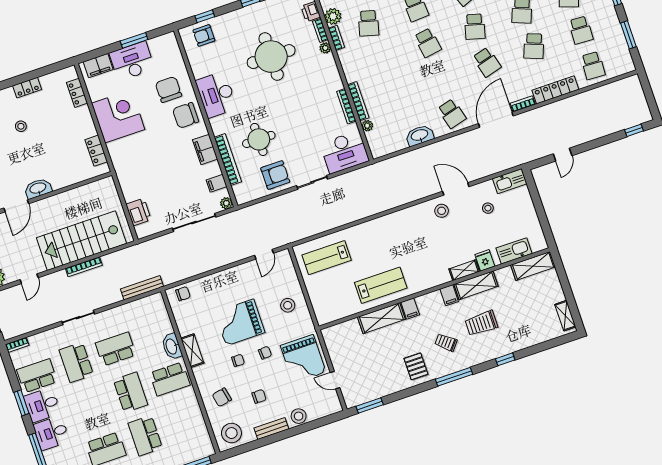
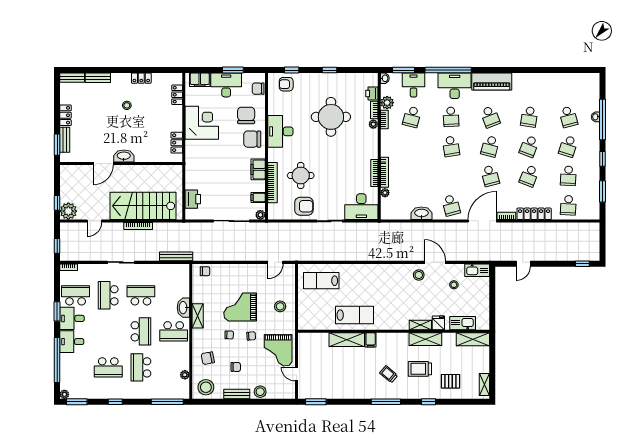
chair: (172, 52) -> (258, 89), added
filing cabinet: (449, 295) -> (403, 340), removed
pallet: (416, 366) -> (450, 381), moved, turned 90
plant: (201, 427) -> (185, 375), added

